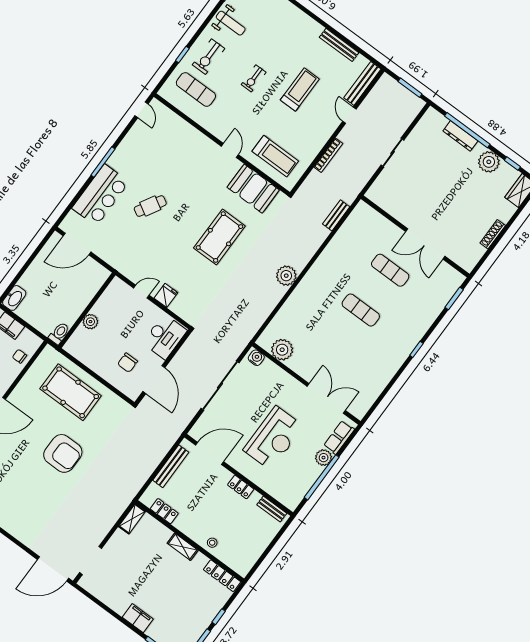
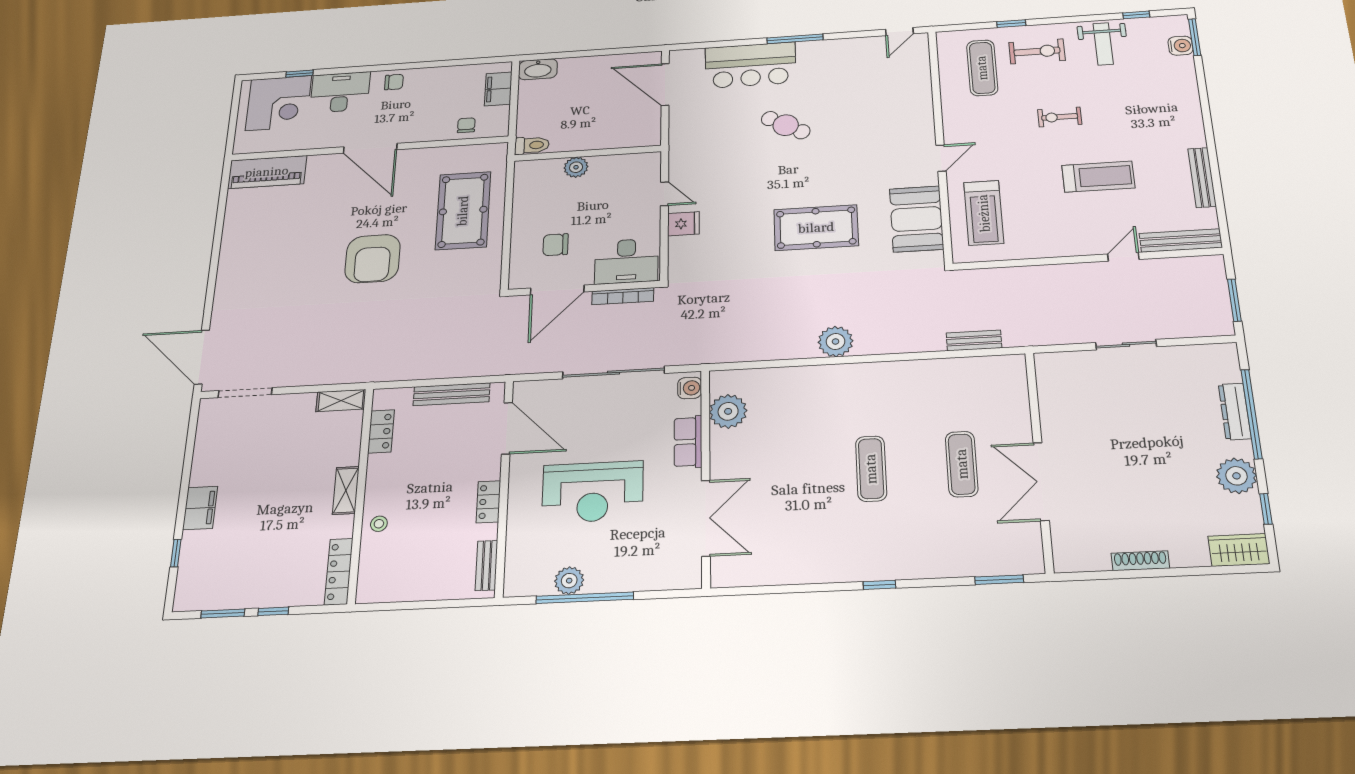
exercise bike: (209, 57) -> (1037, 51), turned 180
bookcase: (328, 155) -> (623, 296), moved
row of seats: (339, 437) -> (688, 442), moved, turned -90
plant: (324, 458) -> (569, 581), moved

